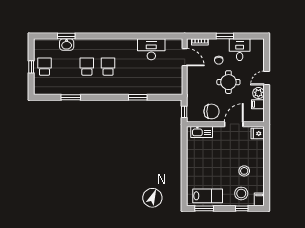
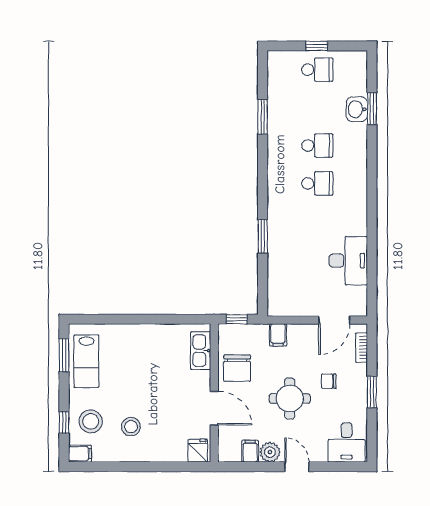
desk: (240, 50) -> (347, 442), moved, turned 90
filing cabinet: (193, 89) -> (278, 335), added

